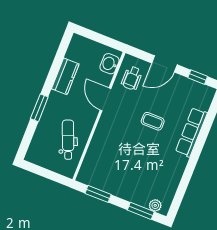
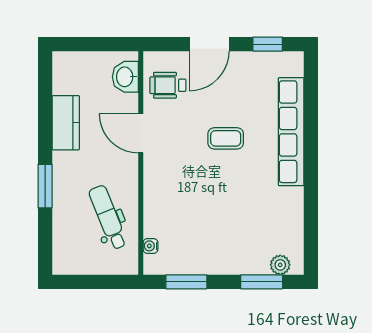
wheelchair: (132, 78) -> (168, 85), turned 90
row of seats: (191, 132) -> (291, 132), width x1.36
water cooler: (86, 165) -> (150, 246), added

